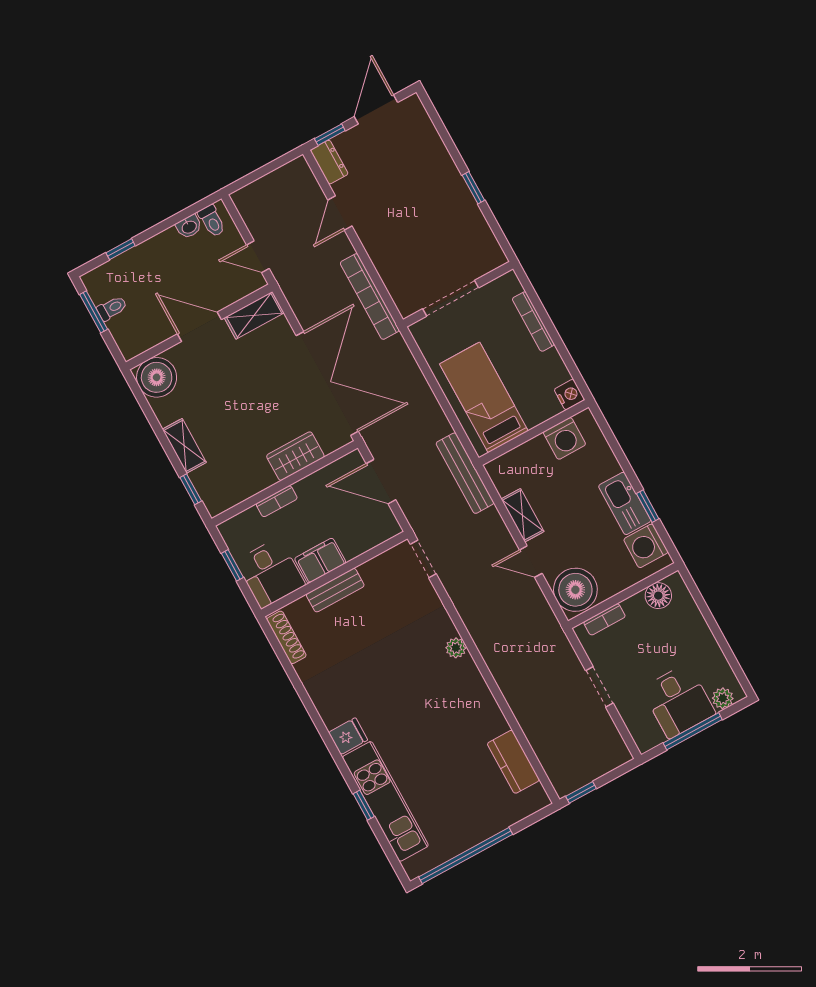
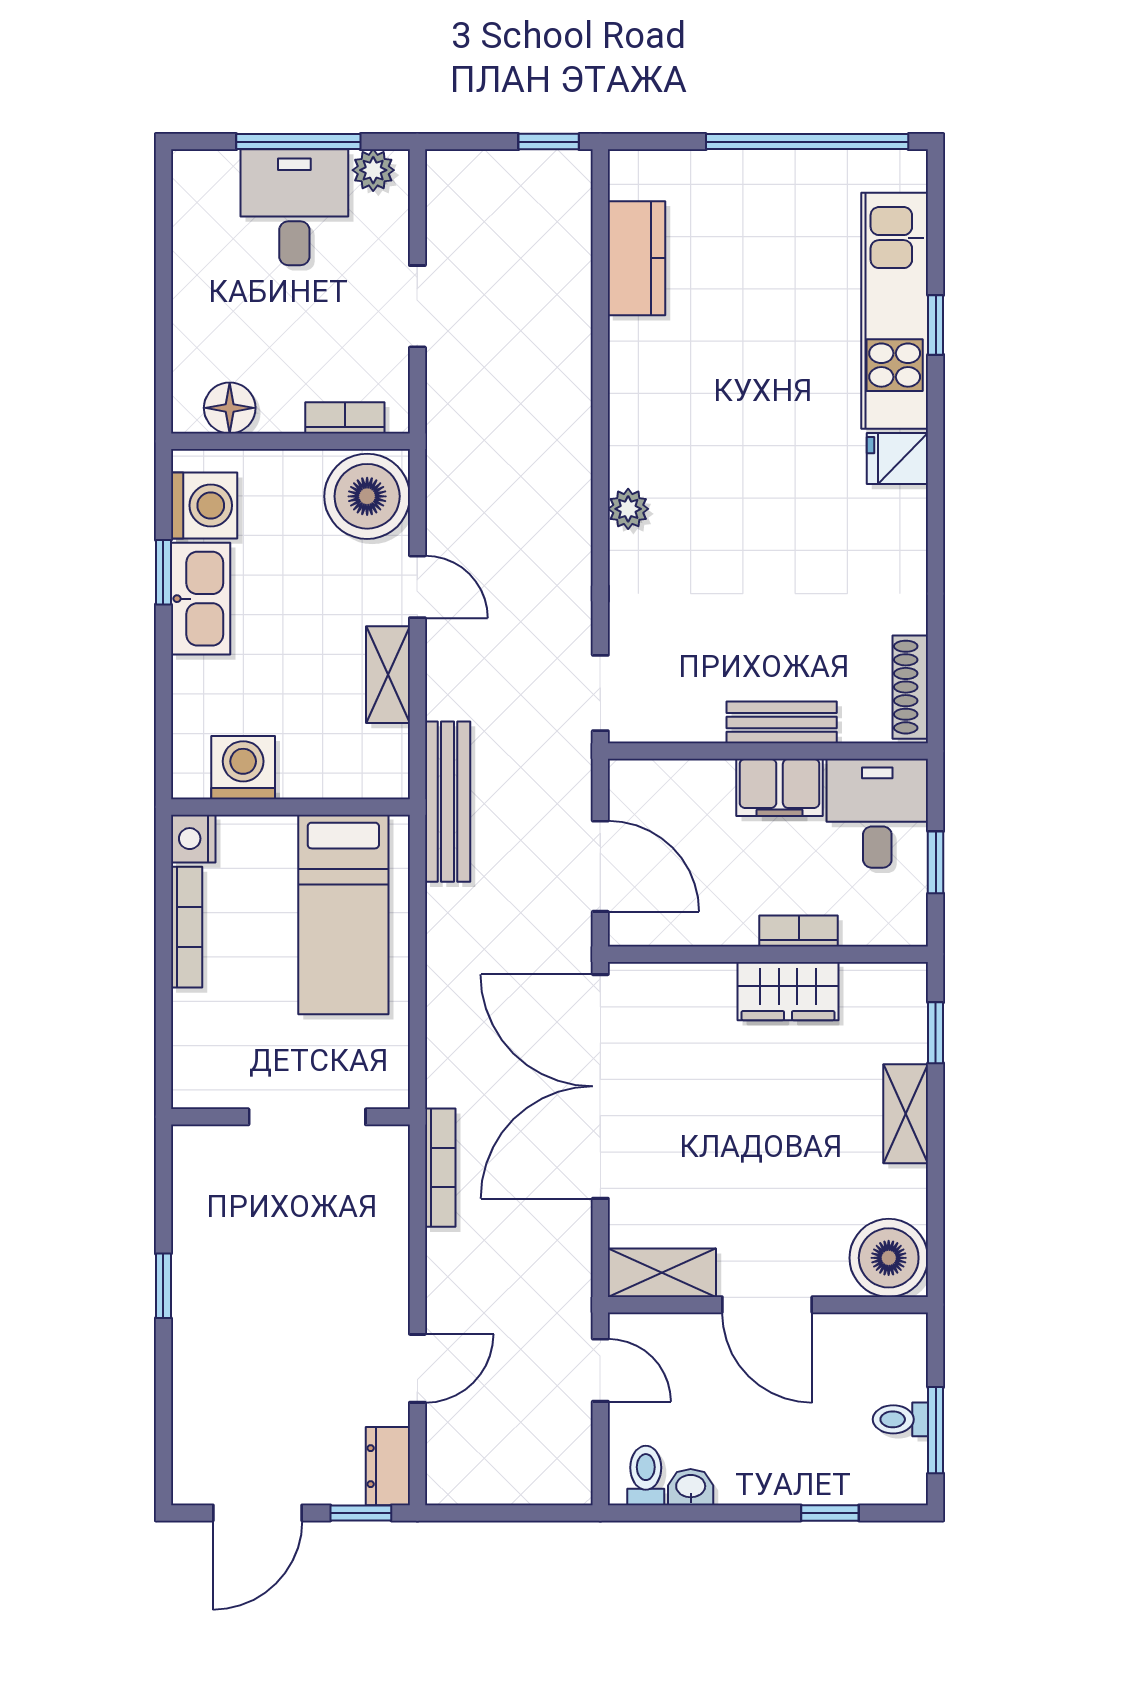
bookcase: (370, 297) -> (440, 1168), width x0.68, depth x0.76
bookcase: (533, 322) -> (187, 927), moved
wardrobe: (295, 456) -> (788, 991), moved
plant: (723, 698) -> (373, 170), moved

